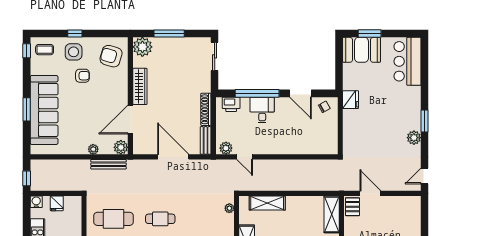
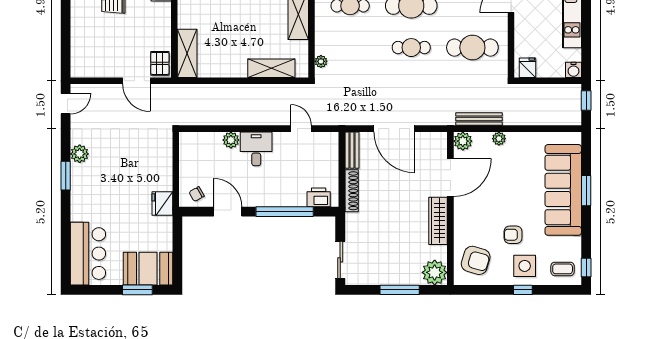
desk: (262, 110) -> (256, 149), moved, turned 180
plant: (226, 148) -> (231, 140), moved
fridge: (57, 203) -> (528, 68), moved

